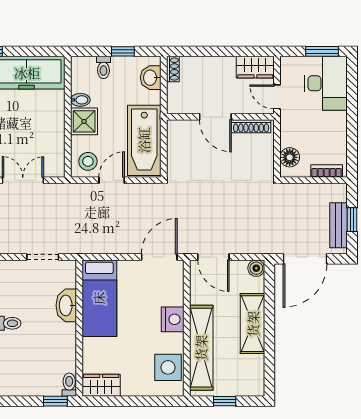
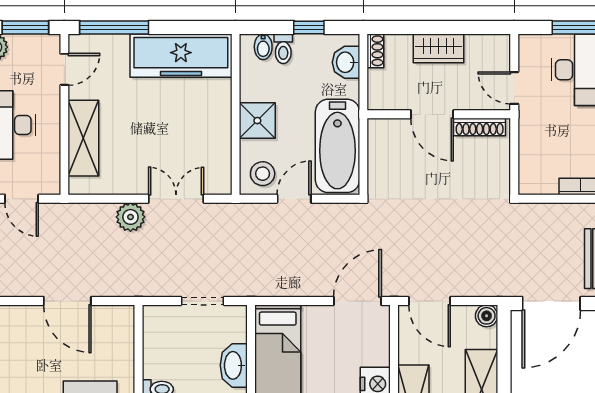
wardrobe: (255, 67) -> (439, 48), moved
bidet: (80, 100) -> (263, 47), moved, turned 90
floor lamp: (290, 157) -> (531, 168), removed

